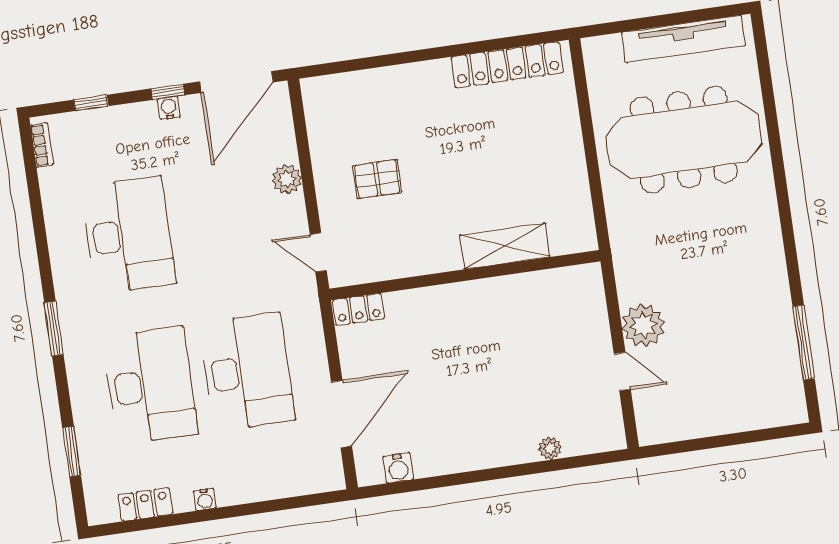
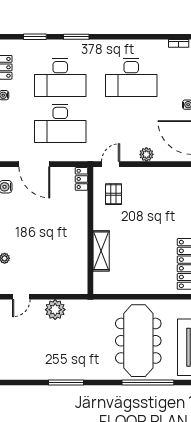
window: (770, 106) -> (148, 383), added
pallet: (377, 179) -> (114, 194), moved
window: (54, 329) -> (76, 37), moved
window: (804, 343) -> (66, 383), moved
door: (622, 372) -> (21, 297), moved

